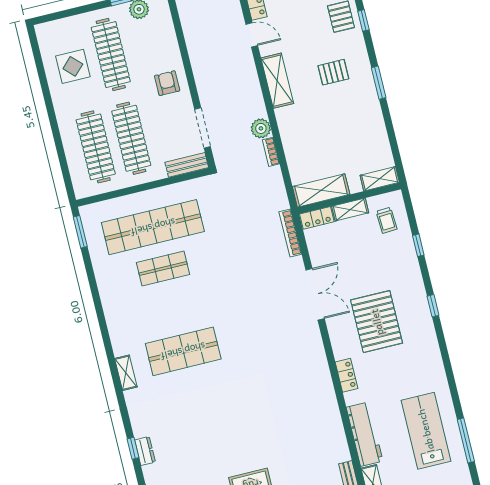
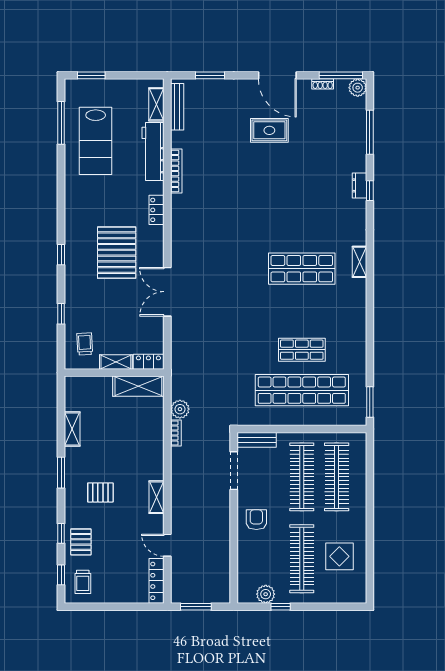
shelving: (277, 81) -> (157, 497), width x0.67, depth x0.75
armchair: (167, 83) -> (256, 520), turned 180
plant: (261, 128) -> (180, 409), moved
shelving: (380, 179) -> (72, 429), moved, turned 90
bookcase: (290, 233) -> (176, 171), moved

